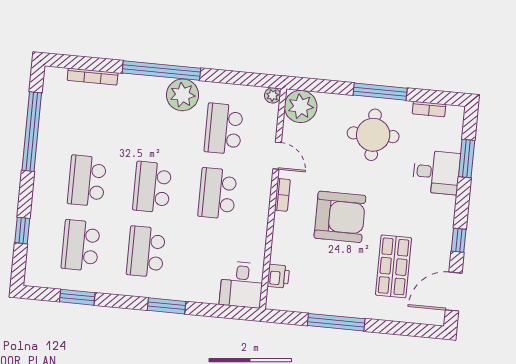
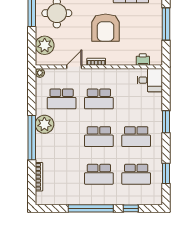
plant: (301, 106) -> (45, 45), moved
window: (32, 132) -> (91, 208), moved
armchair: (340, 217) -> (106, 28), turned 180

